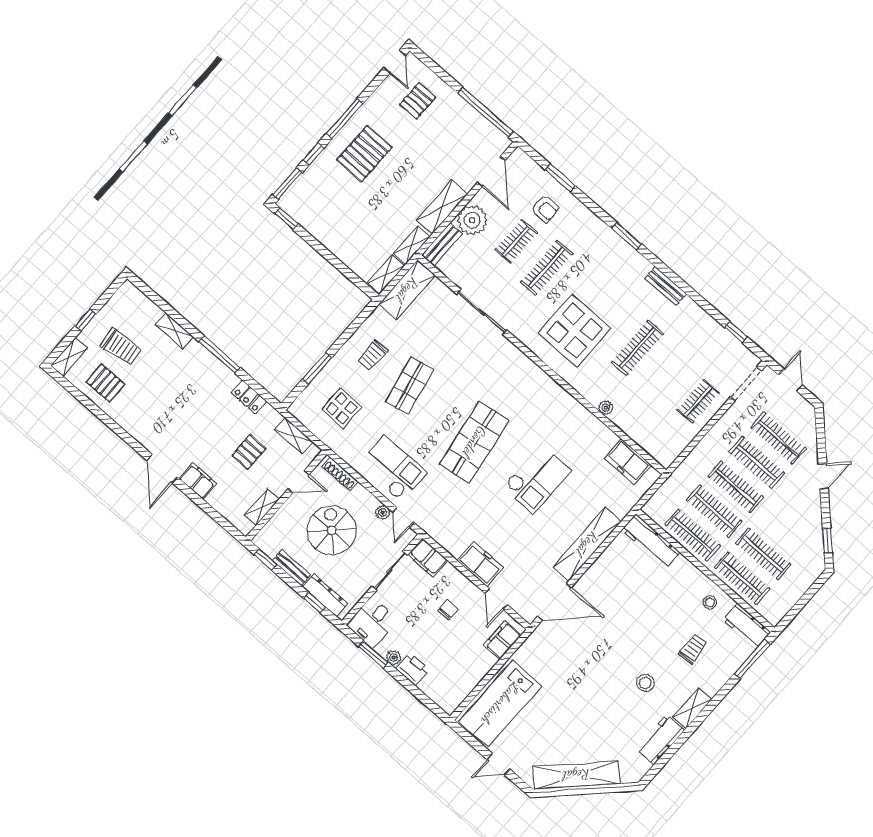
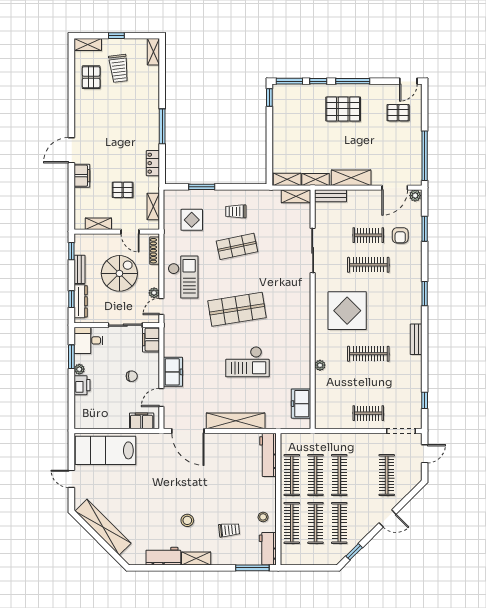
plant: (472, 220) -> (415, 196), moved, width x0.53, depth x0.53
shelving: (407, 290) -> (296, 196), width x0.67, depth x0.75
shelving: (174, 331) -> (153, 52), moved
clothes rail: (757, 462) -> (339, 523), moved

